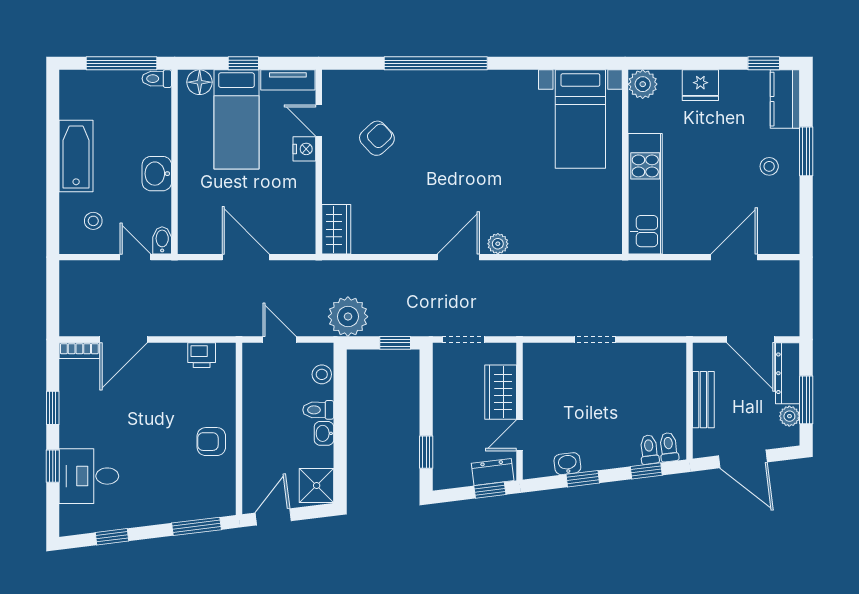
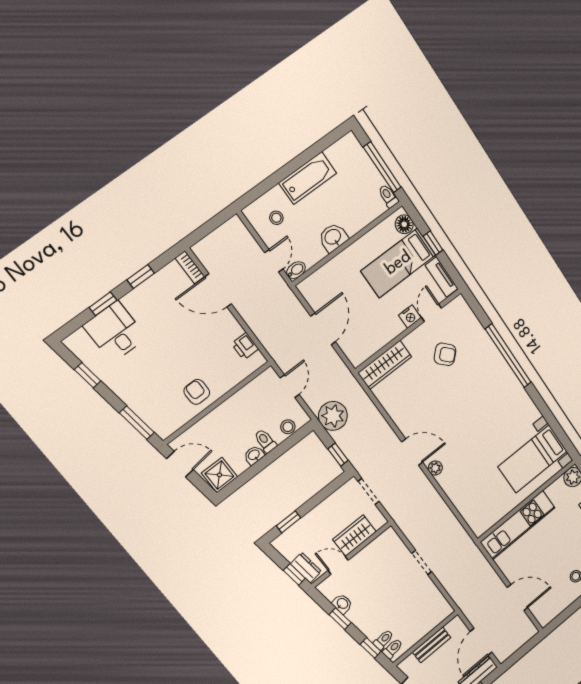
wardrobe: (336, 229) -> (385, 365), width x1.50

